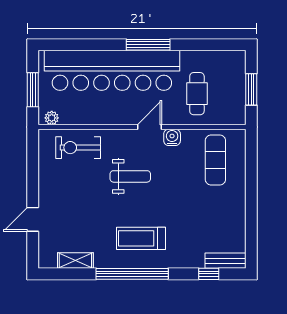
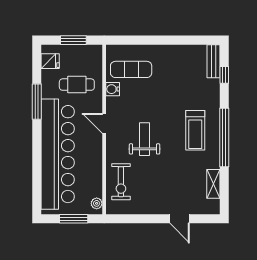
window: (148, 45) -> (37, 102), moved
fridge: (225, 61) -> (50, 61), added
water cooler: (172, 137) -> (113, 89), moved

